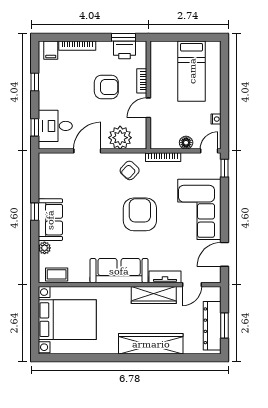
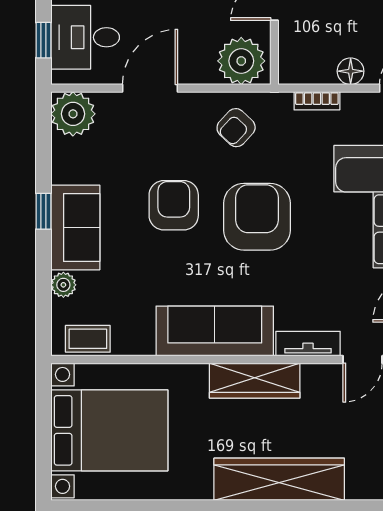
plant: (120, 138) -> (241, 61), moved
bookcase: (163, 157) -> (317, 101), width x0.64
plant: (49, 164) -> (73, 114), added
armchair: (99, 209) -> (174, 205), added
wardrobe: (154, 295) -> (255, 381), moved

